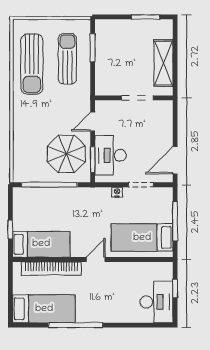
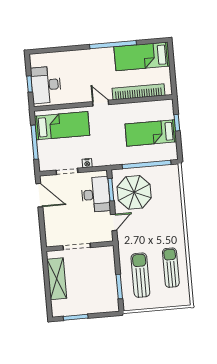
sun lounger: (67, 59) -> (140, 275), turned 180
sun lounger: (32, 64) -> (171, 268), width x0.73, depth x0.75
door: (175, 160) -> (39, 195), hinge flipped
bed: (41, 244) -> (151, 133), moved
door: (96, 259) -> (101, 103), swing flipped
desk: (156, 302) -> (46, 85), moved

